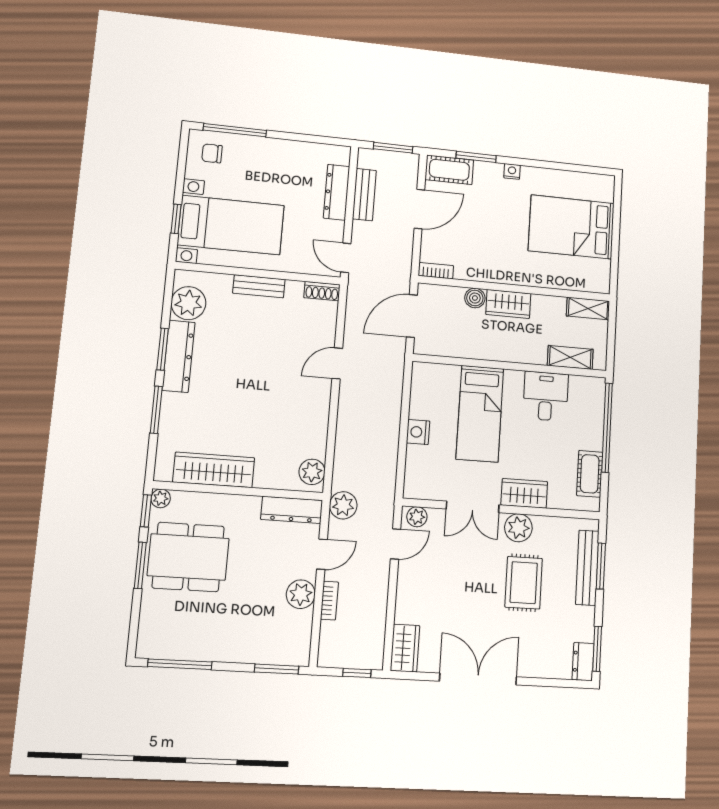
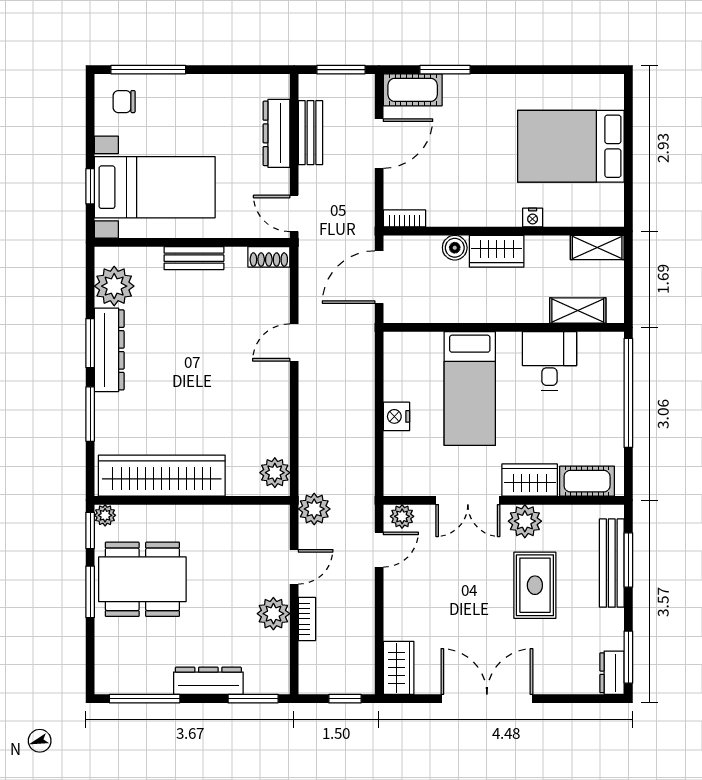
nightstand: (512, 171) -> (533, 218), moved, turned 180
wardrobe: (214, 470) -> (162, 476), width x1.40, depth x1.17
cot: (590, 474) -> (587, 481), moved, turned 90
dresser: (292, 510) -> (208, 681), moved, turned 180

